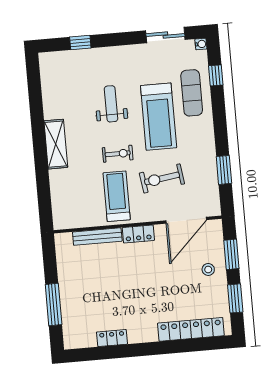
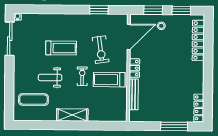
sliding door: (165, 35) -> (10, 39), width x1.37
window: (80, 43) -> (9, 93), removed
window: (216, 75) -> (38, 9), removed
exercise mat: (192, 93) -> (33, 99), moved
treadmill: (159, 117) -> (61, 48), width x0.73, depth x0.73
door: (186, 220) -> (129, 37), hinge flipped
locker: (112, 338) -> (199, 108), moved, width x1.53

